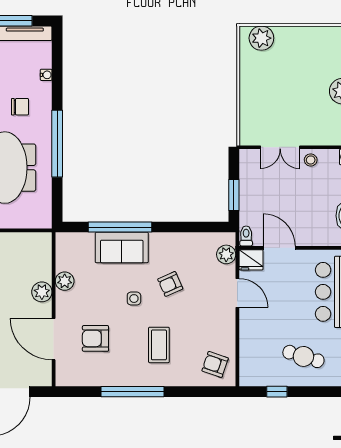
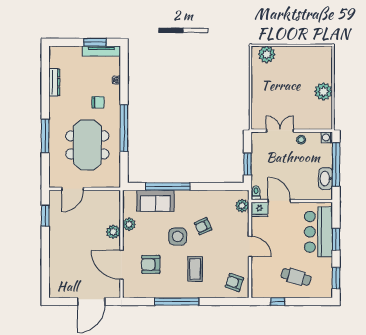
double door: (280, 147) -> (280, 131), swing flipped
sofa: (122, 248) -> (155, 201), moved
door: (237, 293) -> (250, 246), moved
side table: (134, 299) -> (178, 236), width x1.87, depth x1.87

